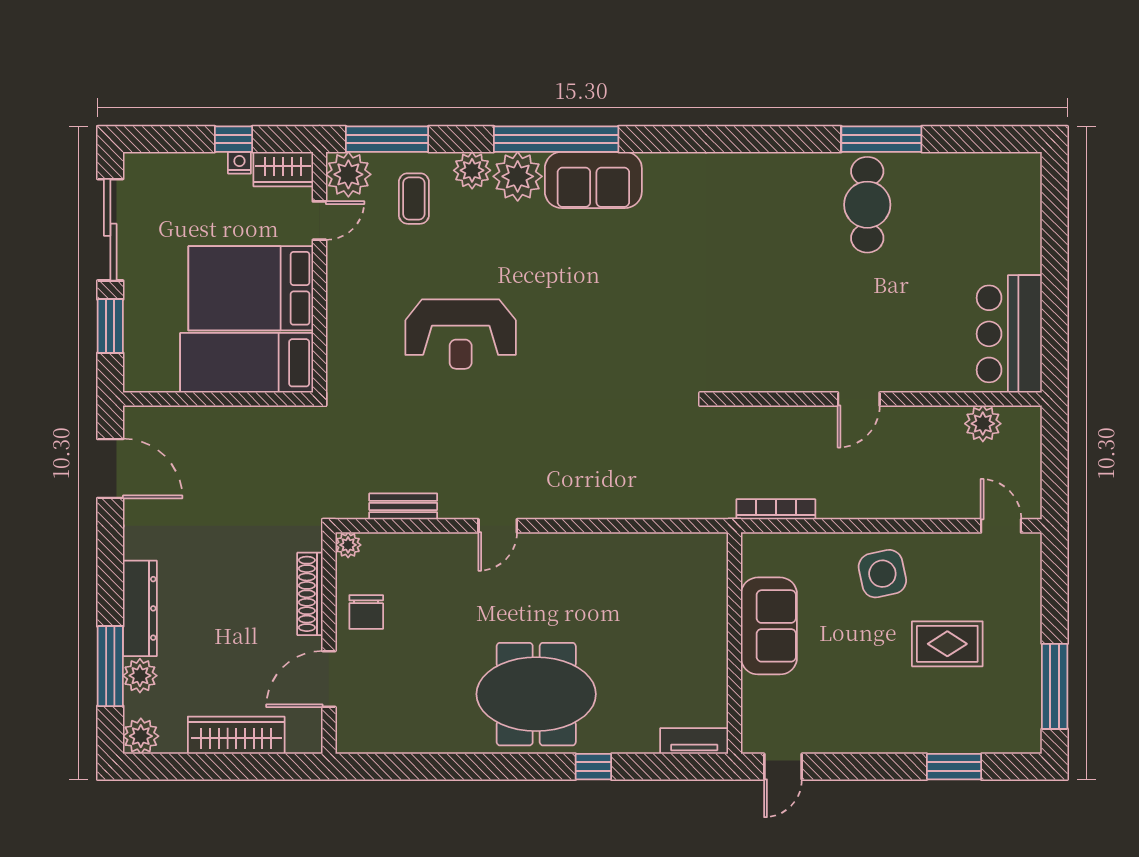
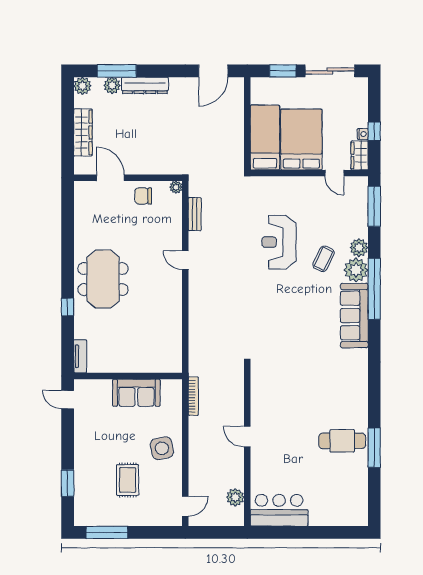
plant: (348, 174) -> (357, 187), removed
sofa: (593, 180) -> (354, 316), width x1.36
coffee table: (414, 199) -> (323, 259), moved, turned -64
shoe rack: (310, 594) -> (152, 168), removed

